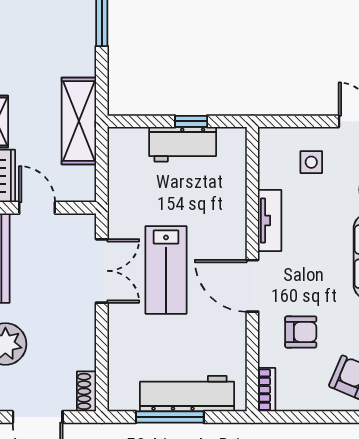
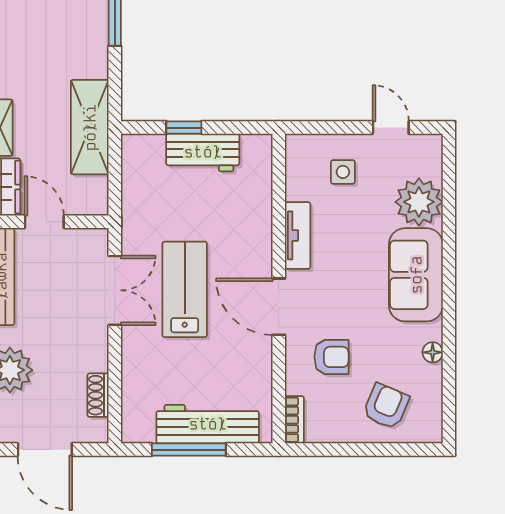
window: (191, 121) -> (184, 128), moved
lab bench: (166, 270) -> (185, 289), turned 180
shoe rack: (87, 391) -> (98, 395), moved

